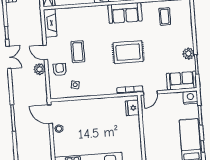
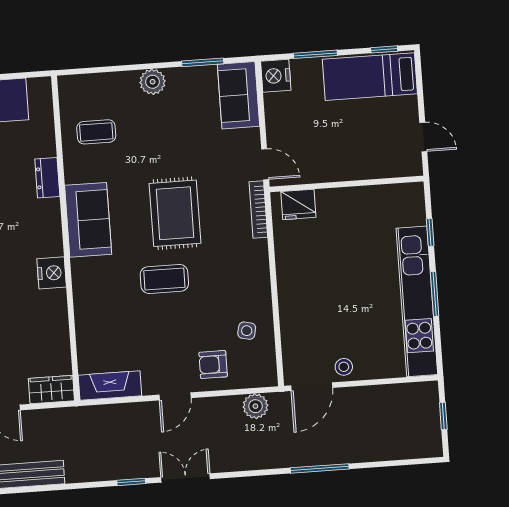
coffee table: (78, 52) -> (164, 279), moved
plant: (188, 54) -> (153, 82), moved
plant: (40, 69) -> (255, 406), moved

